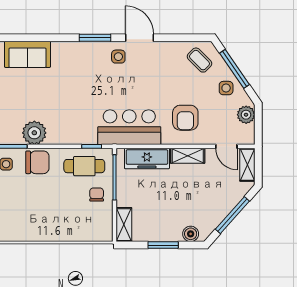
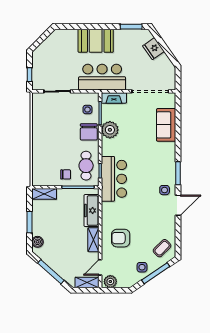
plant: (246, 115) -> (110, 282), moved
bar counter: (129, 127) -> (114, 179), moved

